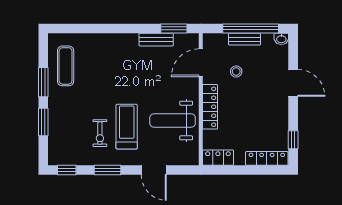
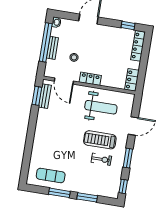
bench: (156, 40) -> (45, 96), moved
locker: (210, 107) -> (90, 79), width x0.66
weight bench: (173, 121) -> (101, 107), turned -90

